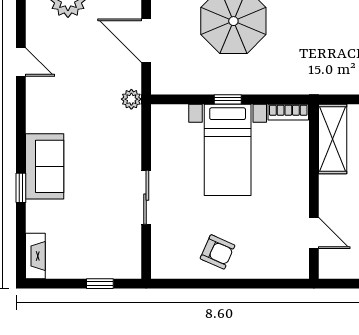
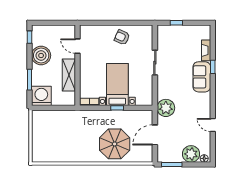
door: (146, 41) -> (155, 135), swing flipped
plant: (131, 99) -> (166, 108), width x1.87, depth x1.87
shelving: (333, 139) -> (69, 75), moved
fireplace: (35, 256) -> (206, 50), moved

